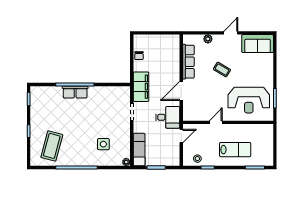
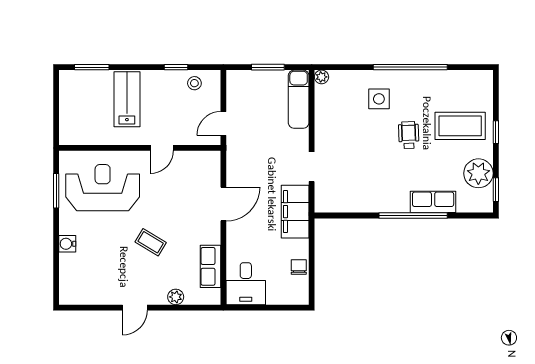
sofa: (258, 44) -> (87, 289), removed
row of seats: (188, 62) -> (210, 266), width x0.68
water cooler: (269, 69) -> (67, 244), added
row of seats: (75, 92) -> (433, 202), moved
plant: (38, 108) -> (478, 173), added
desk: (168, 117) -> (246, 284), moved, turned -90
wheelchair: (77, 130) -> (409, 135), added
side table: (103, 144) -> (379, 99), moved
coffee table: (52, 146) -> (460, 126), moved, turned 75
lab bench: (235, 150) -> (127, 99), turned 90

